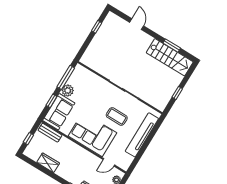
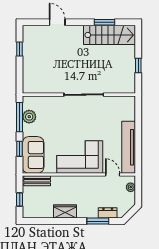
plant: (68, 90) -> (29, 117), moved
coffee table: (117, 116) -> (93, 125), removed
tv unit: (142, 135) -> (129, 147), moved
door: (109, 162) -> (113, 175), swing flipped
wardrobe: (48, 163) -> (65, 211), moved

